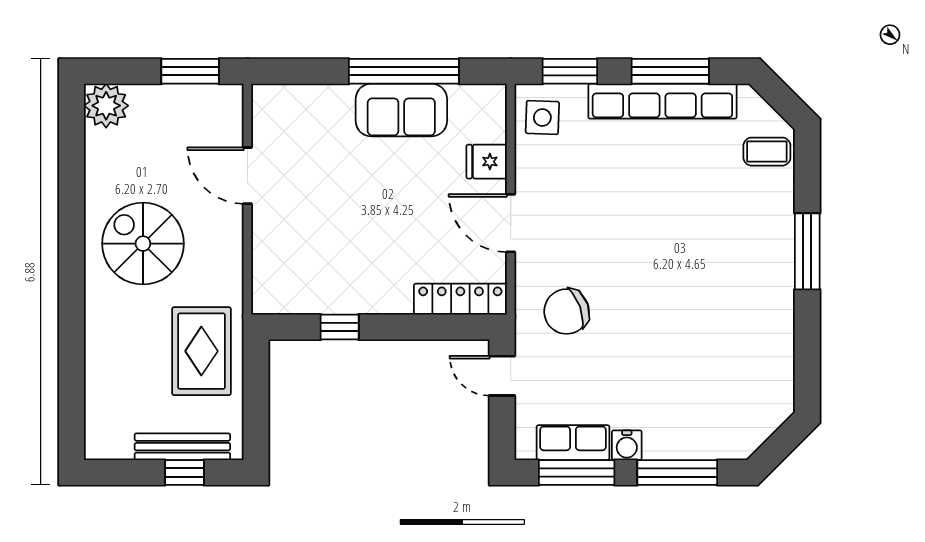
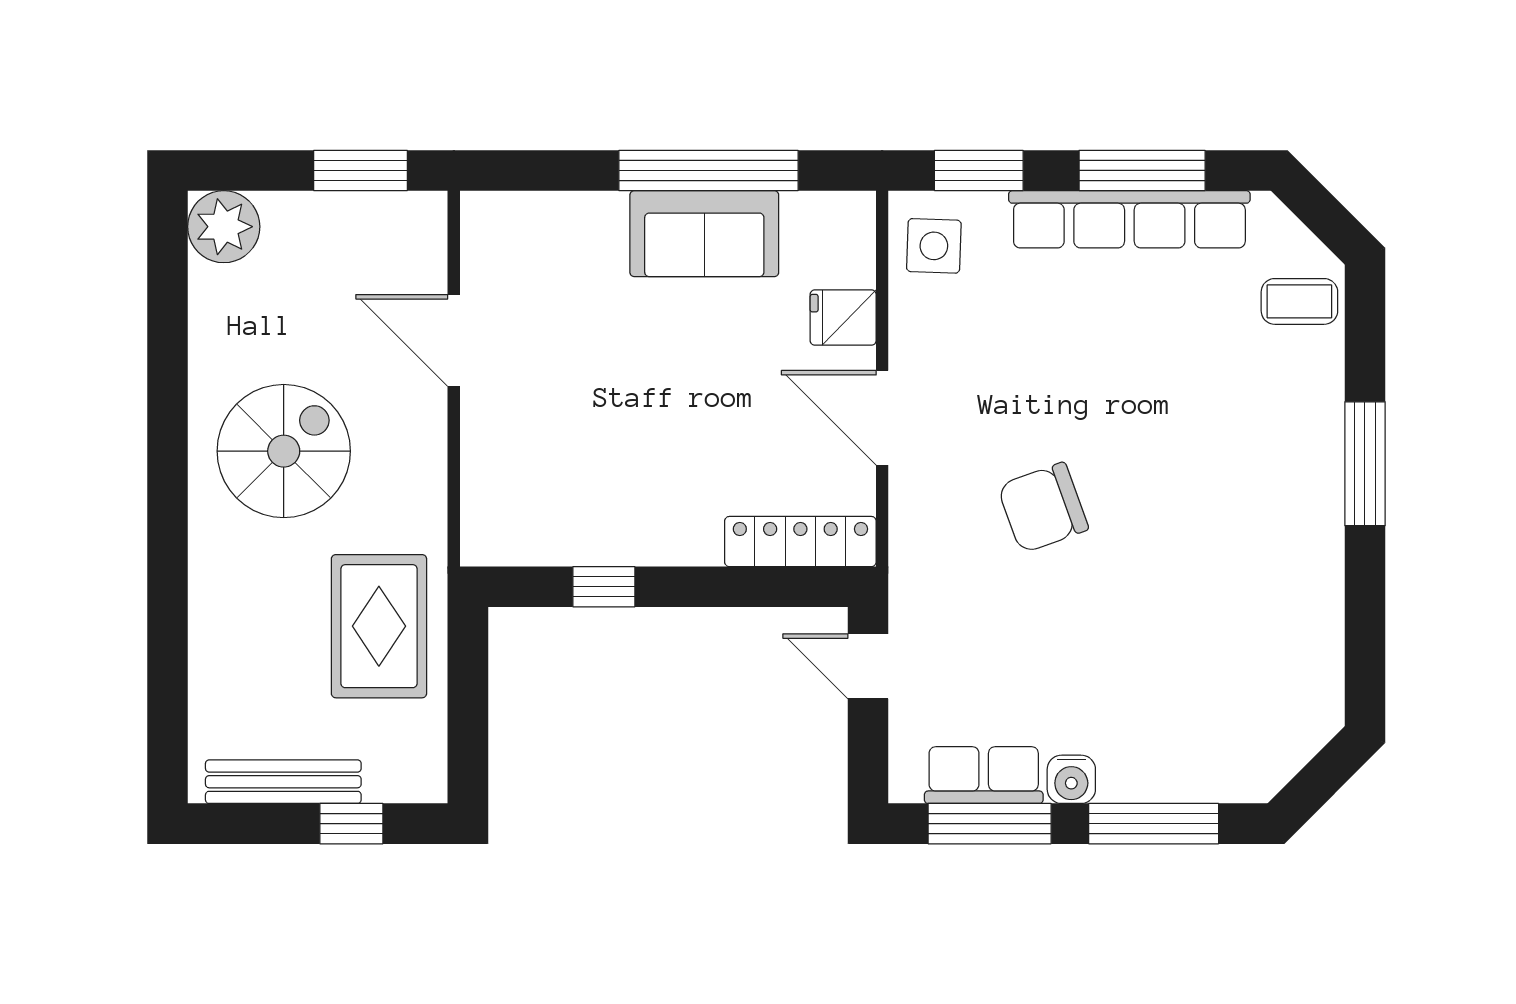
spiral stairs: (143, 244) -> (284, 451), turned 90
chair: (567, 311) -> (1043, 508), moved
bench: (182, 447) -> (283, 782), moved

